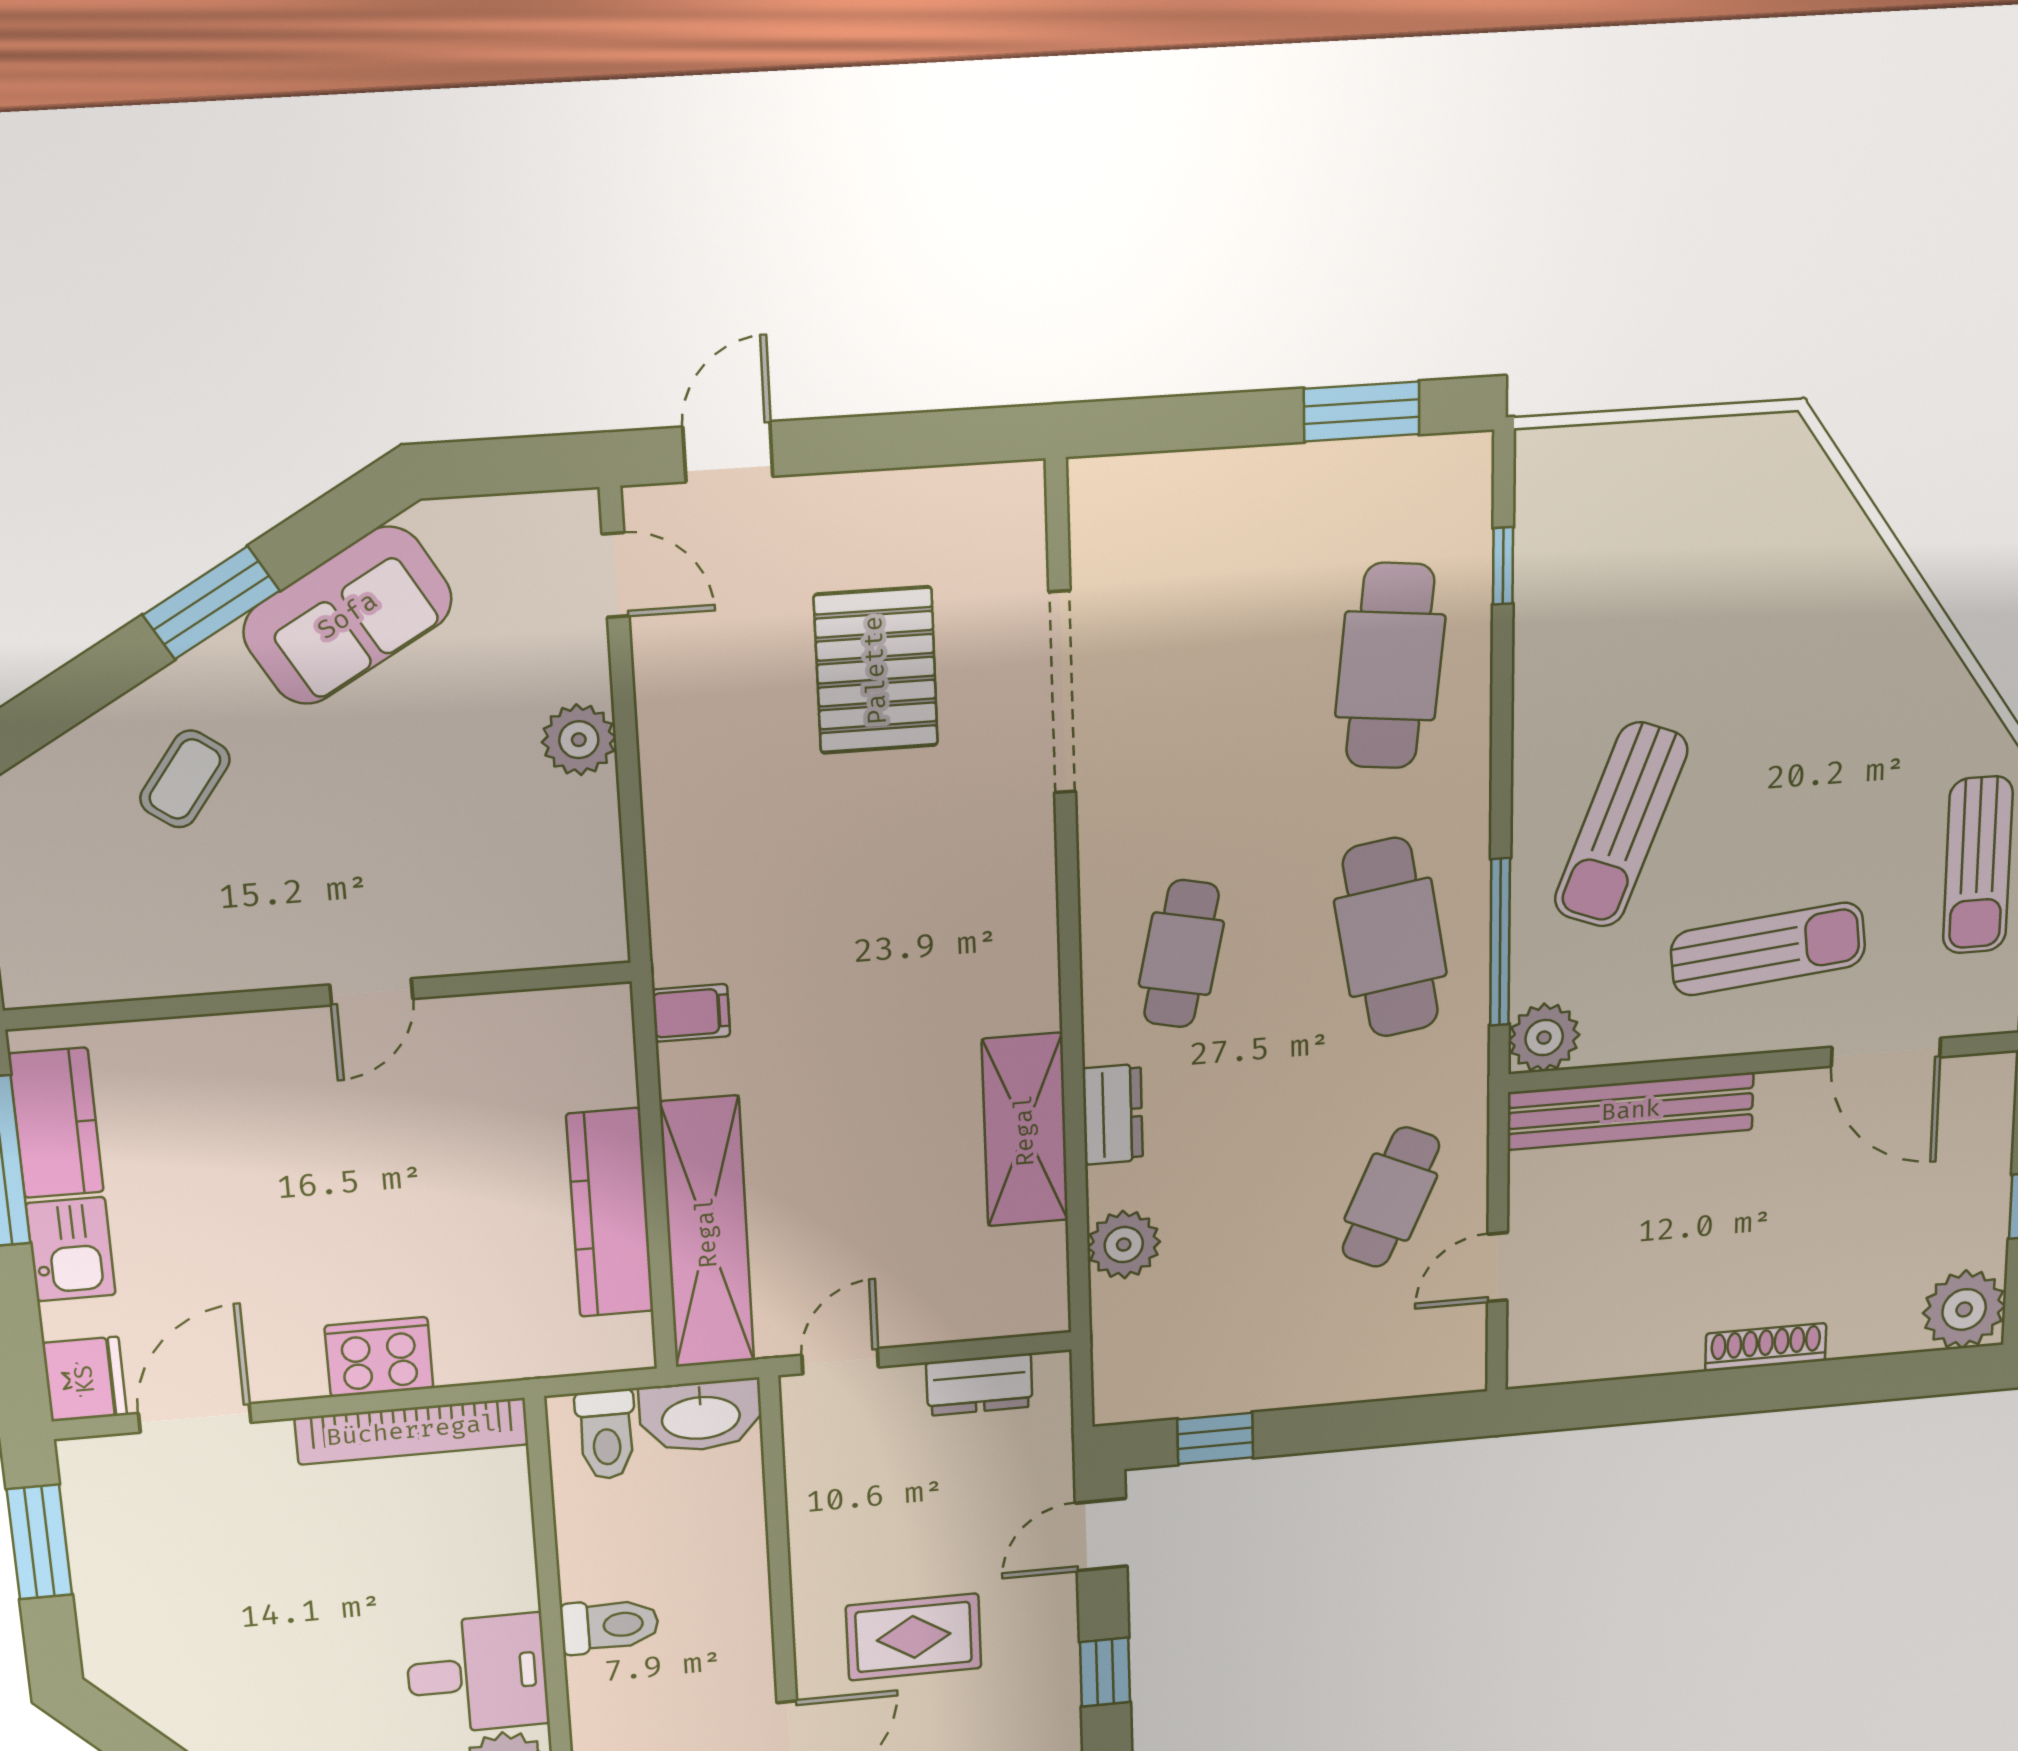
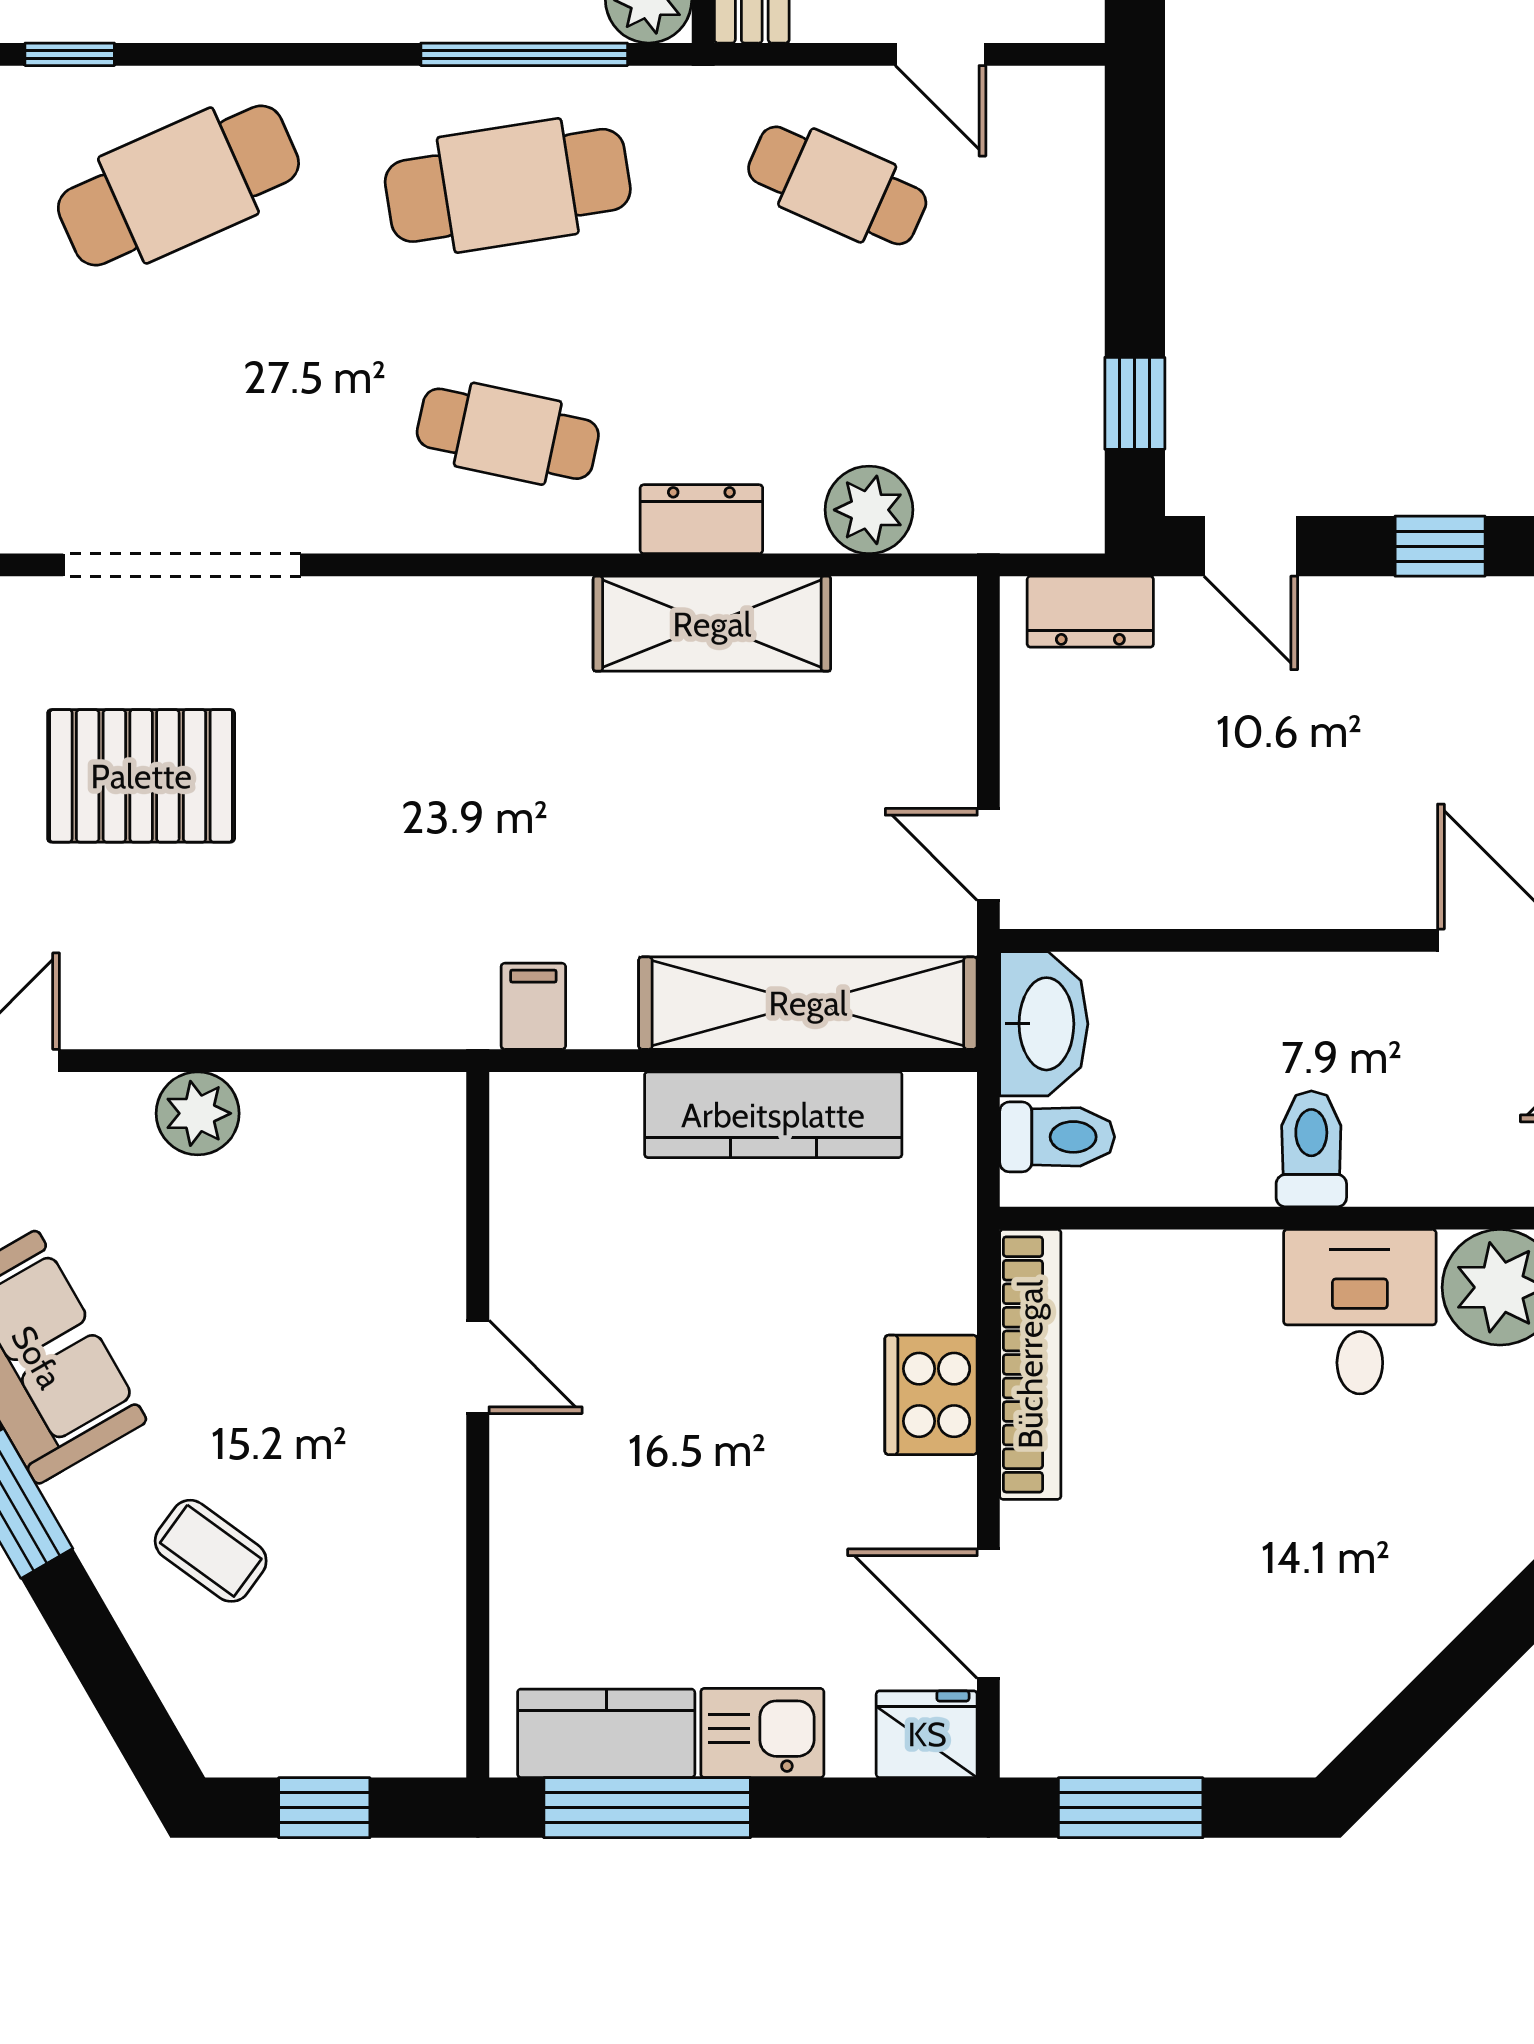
cafe table: (1390, 666) -> (178, 185), turned -30
dresser: (979, 1385) -> (1090, 612), moved, turned 90
rug: (914, 1637) -> (1366, 781), removed

